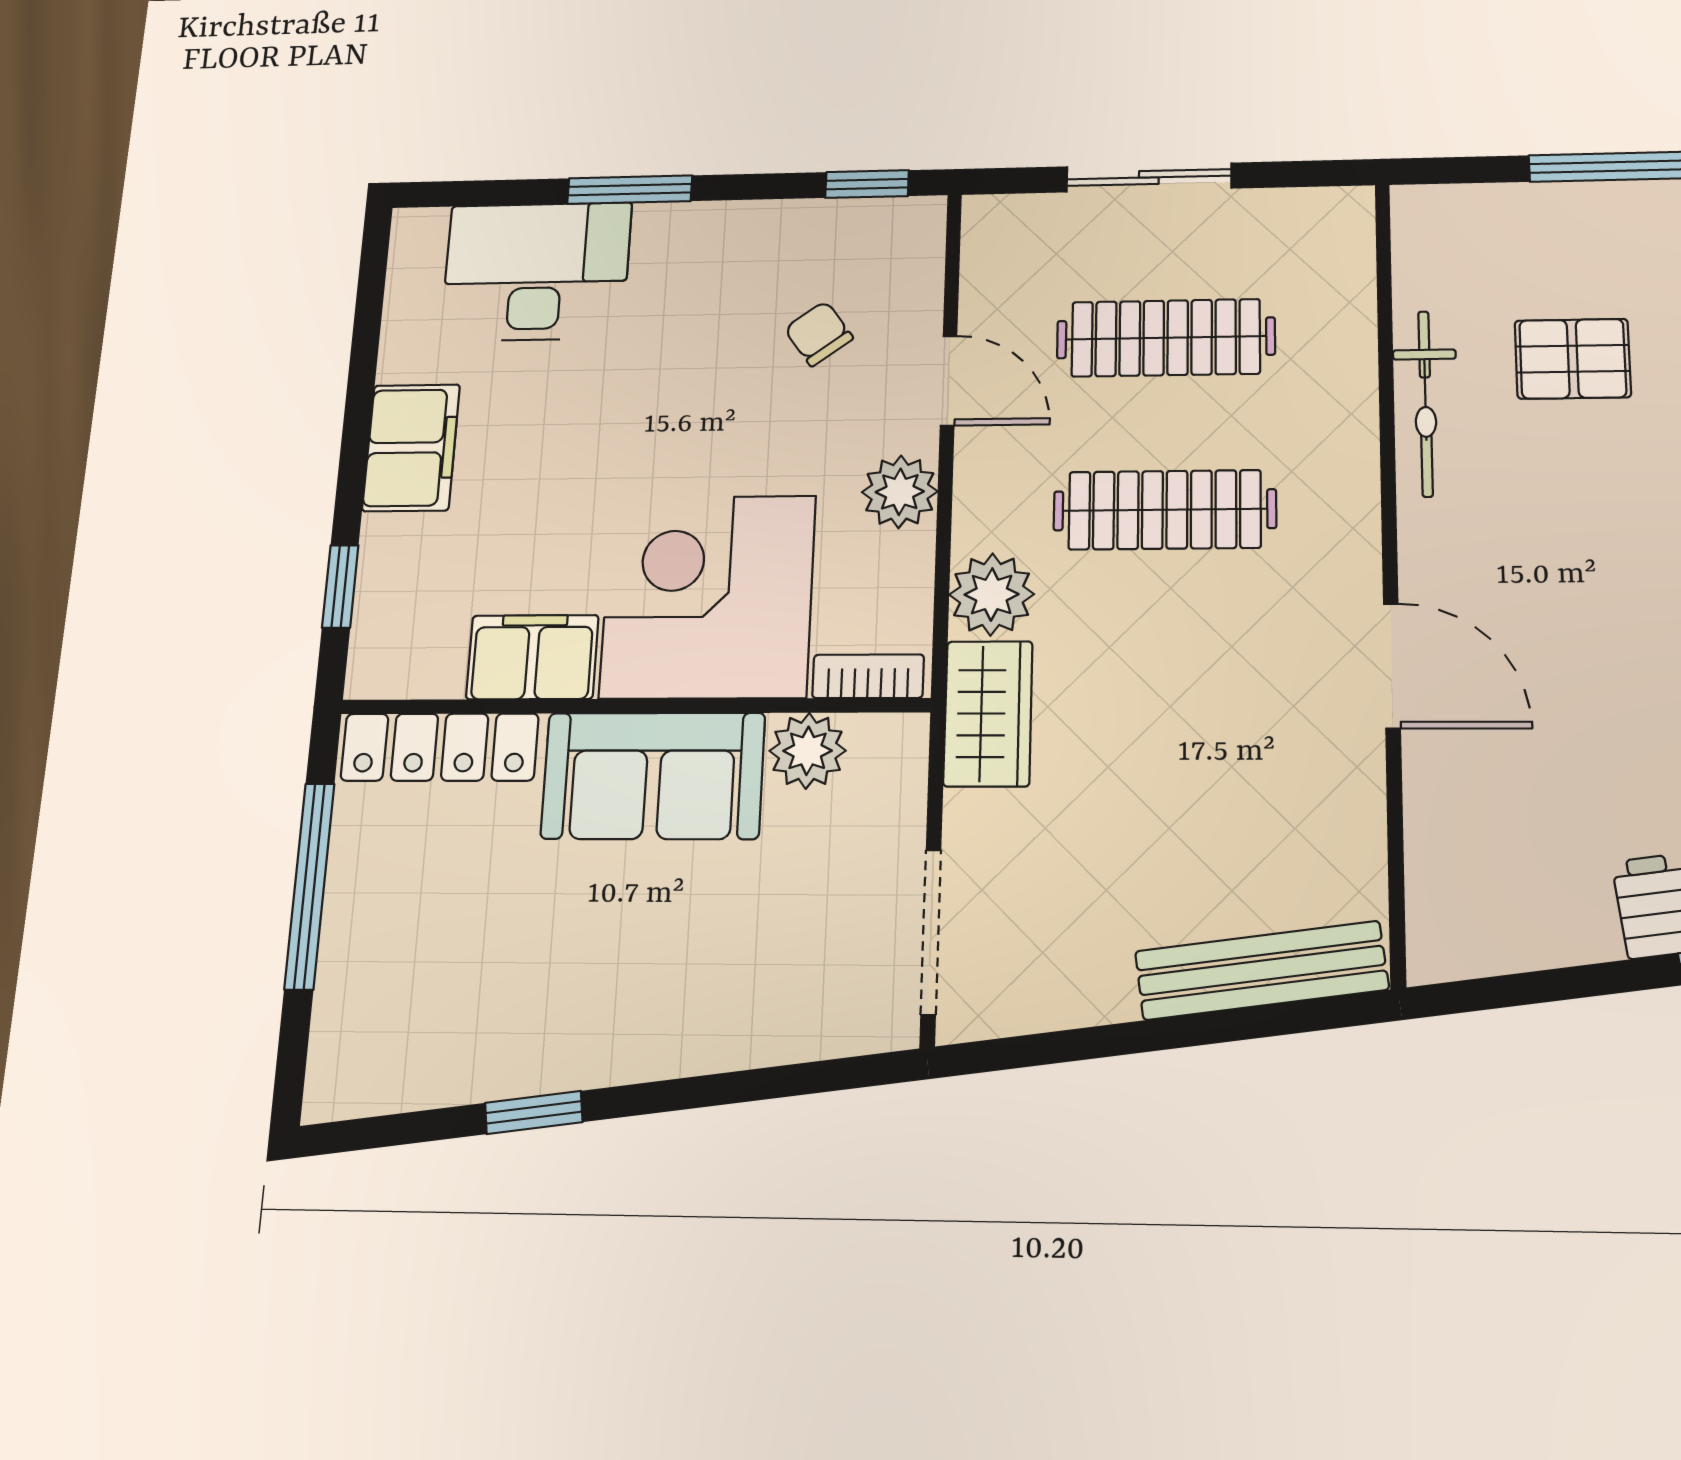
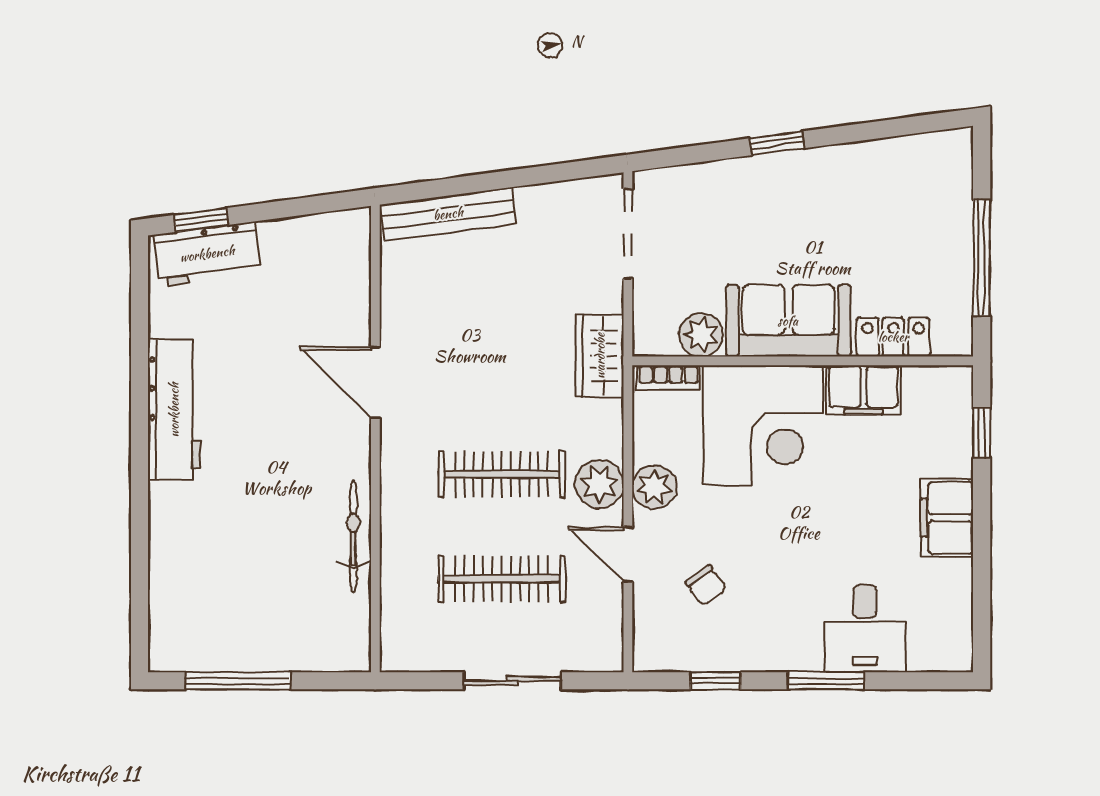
window: (867, 184) -> (715, 681), moved
desk: (536, 272) -> (865, 629), width x0.73
pallet: (1573, 359) -> (270, 562), removed
plant: (992, 594) -> (599, 484), moved
locker: (440, 747) -> (893, 337), width x0.66
window: (534, 1112) -> (777, 143), moved

